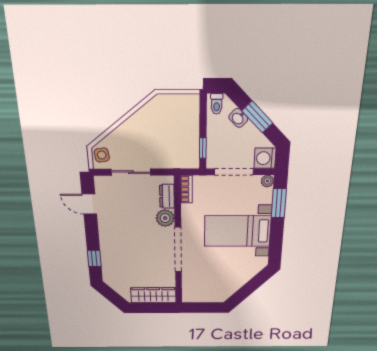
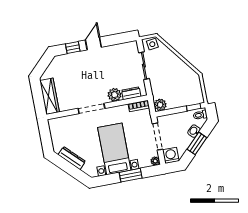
window: (203, 148) -> (194, 107), moved
plant: (190, 160) -> (160, 105), added
window: (279, 203) -> (131, 175), moved
door: (89, 204) -> (93, 44), moved
doorway: (178, 250) -> (91, 108), width x0.73
dresser: (237, 283) -> (72, 158), added

